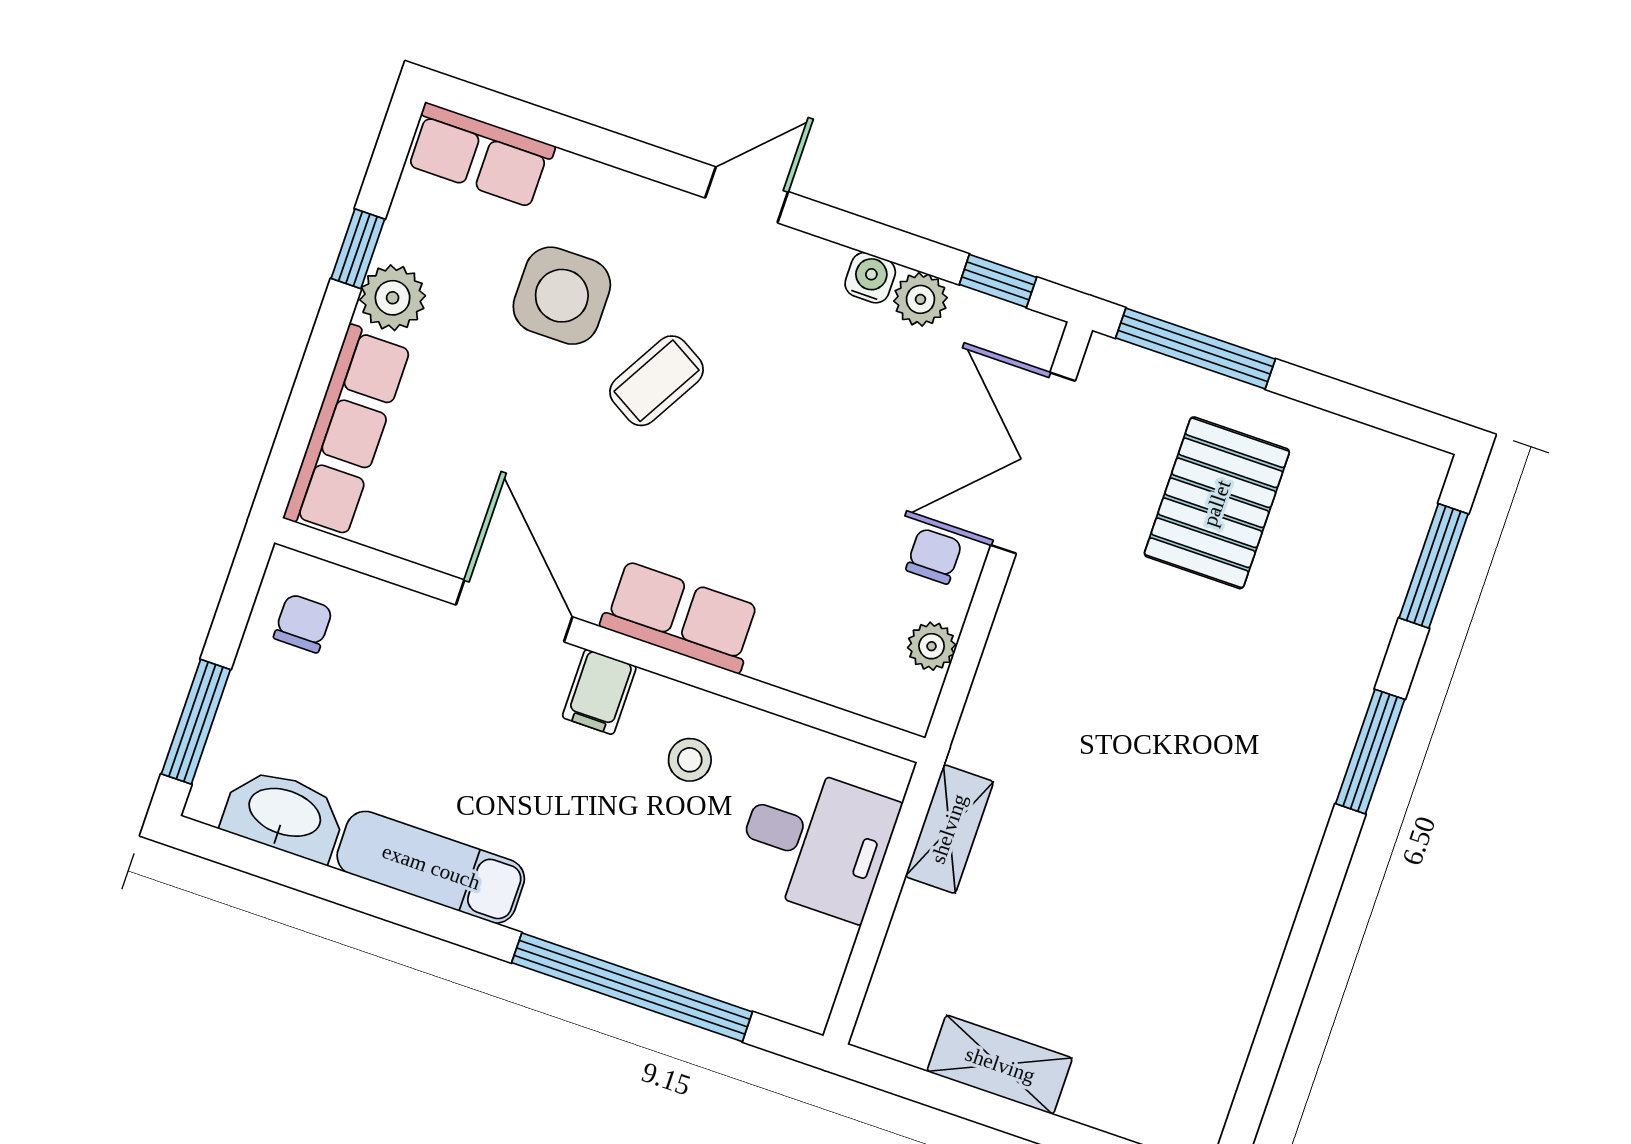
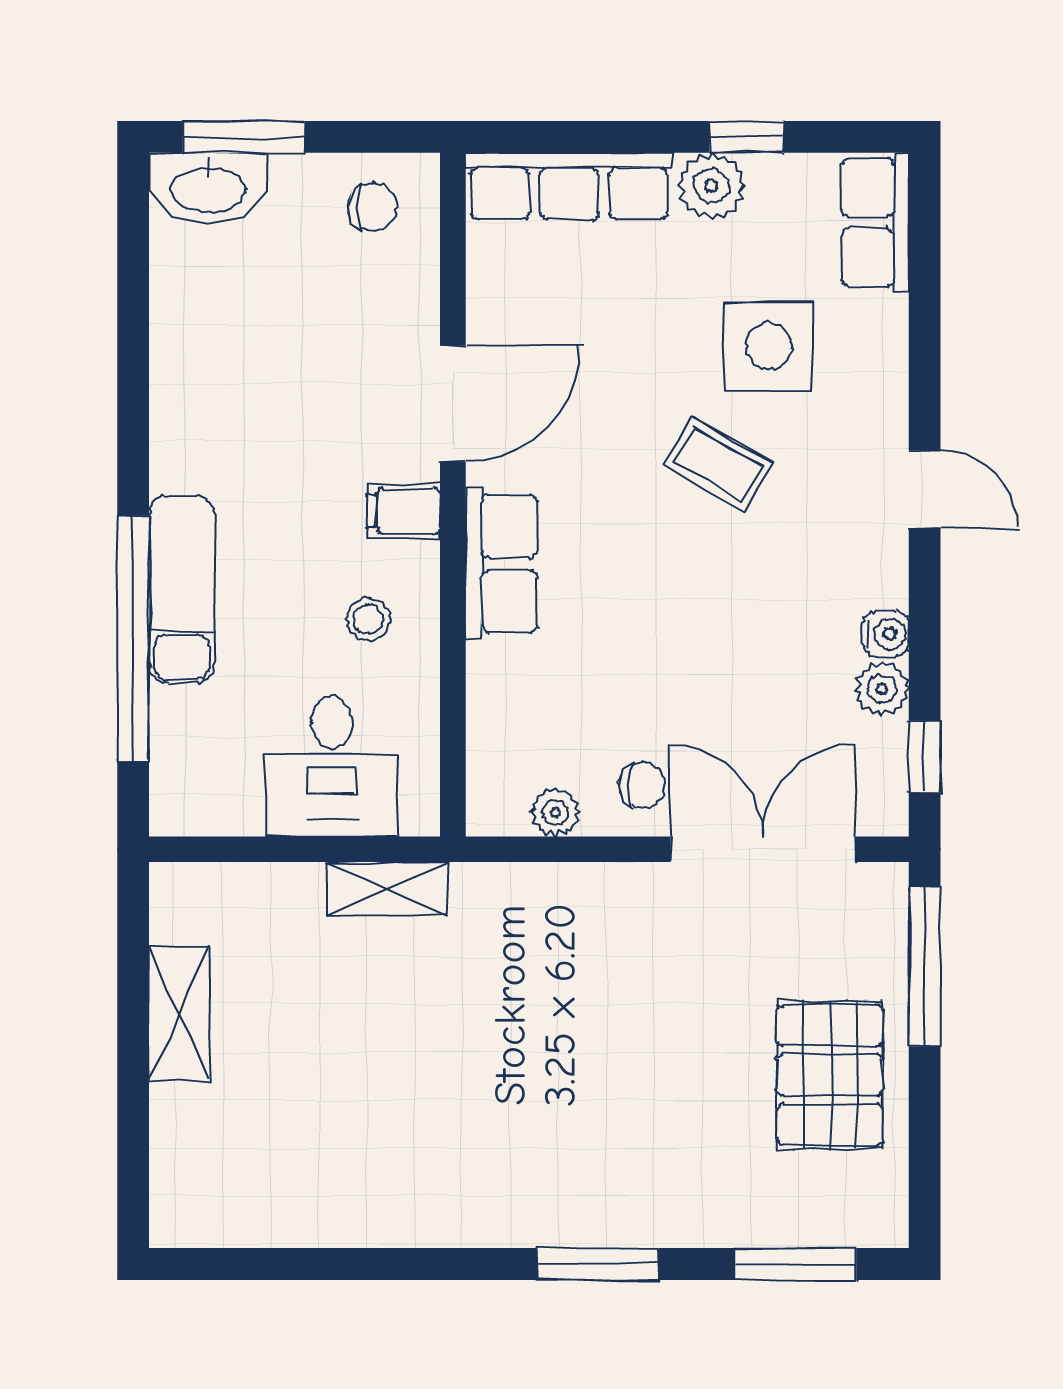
pallet: (1217, 503) -> (830, 1075), moved, turned 90
washbasin: (284, 814) -> (208, 188), moved, turned 90
exam couch: (431, 867) -> (182, 589), moved

